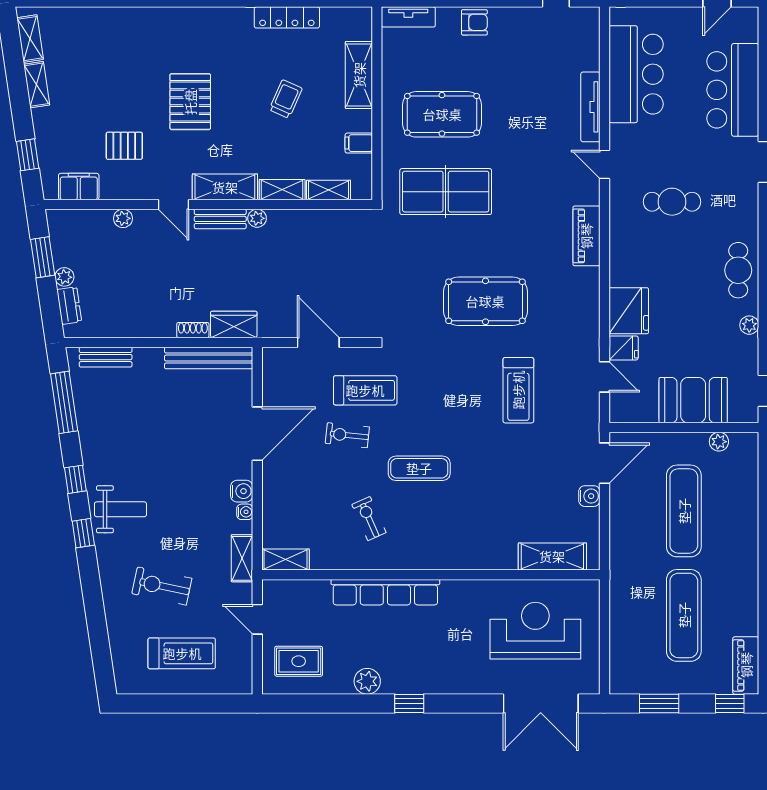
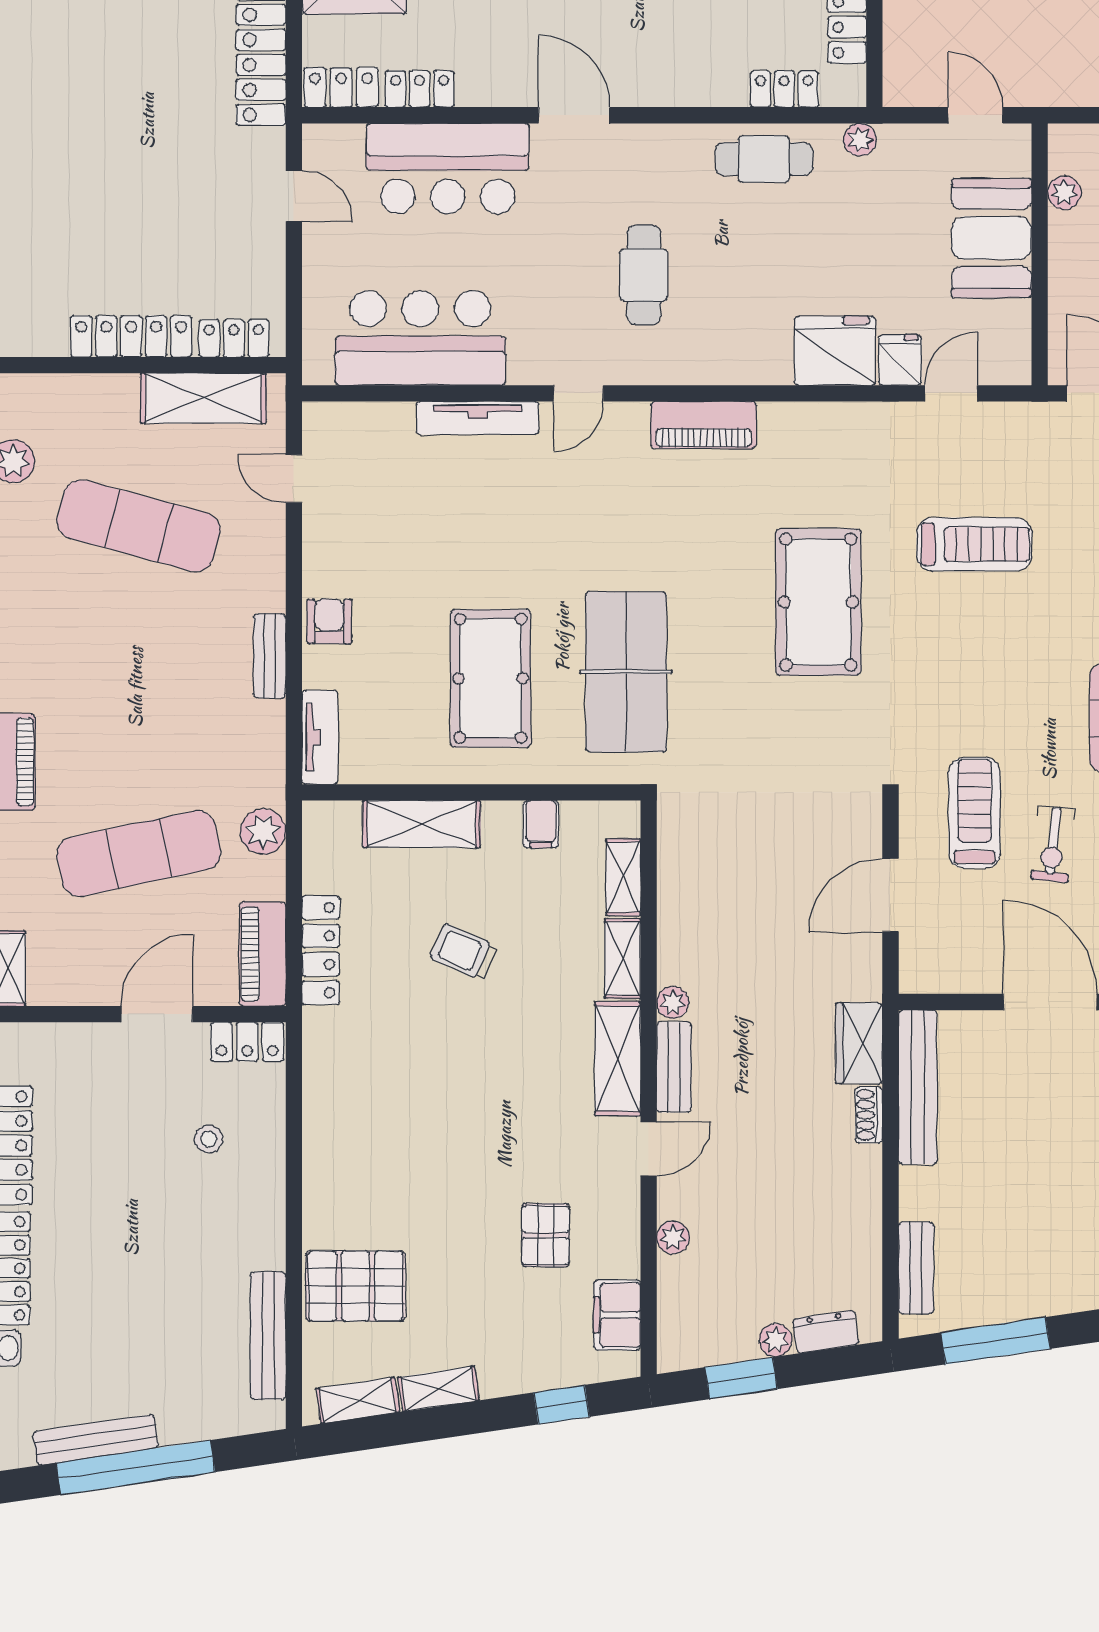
pallet: (190, 102) -> (355, 1286), moved

